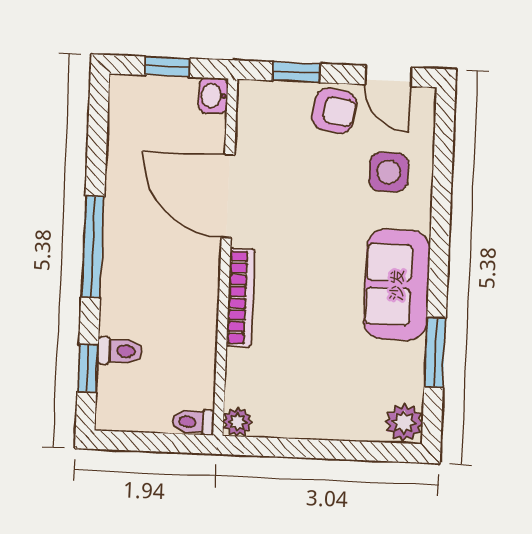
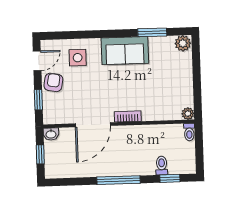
bookcase: (241, 297) -> (128, 116), width x0.64

